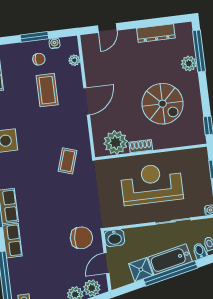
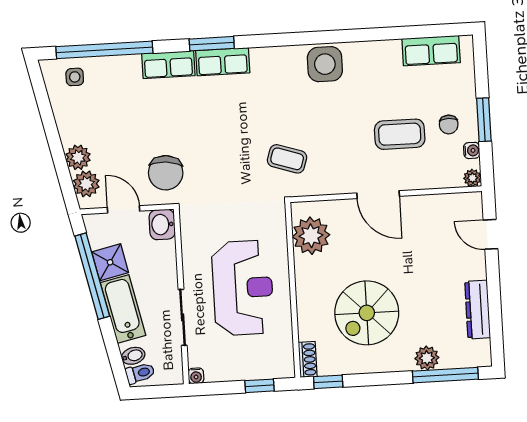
plant: (74, 60) -> (472, 178), moved
shoe rack: (141, 146) -> (308, 359), moved
window: (170, 273) -> (92, 276), moved

